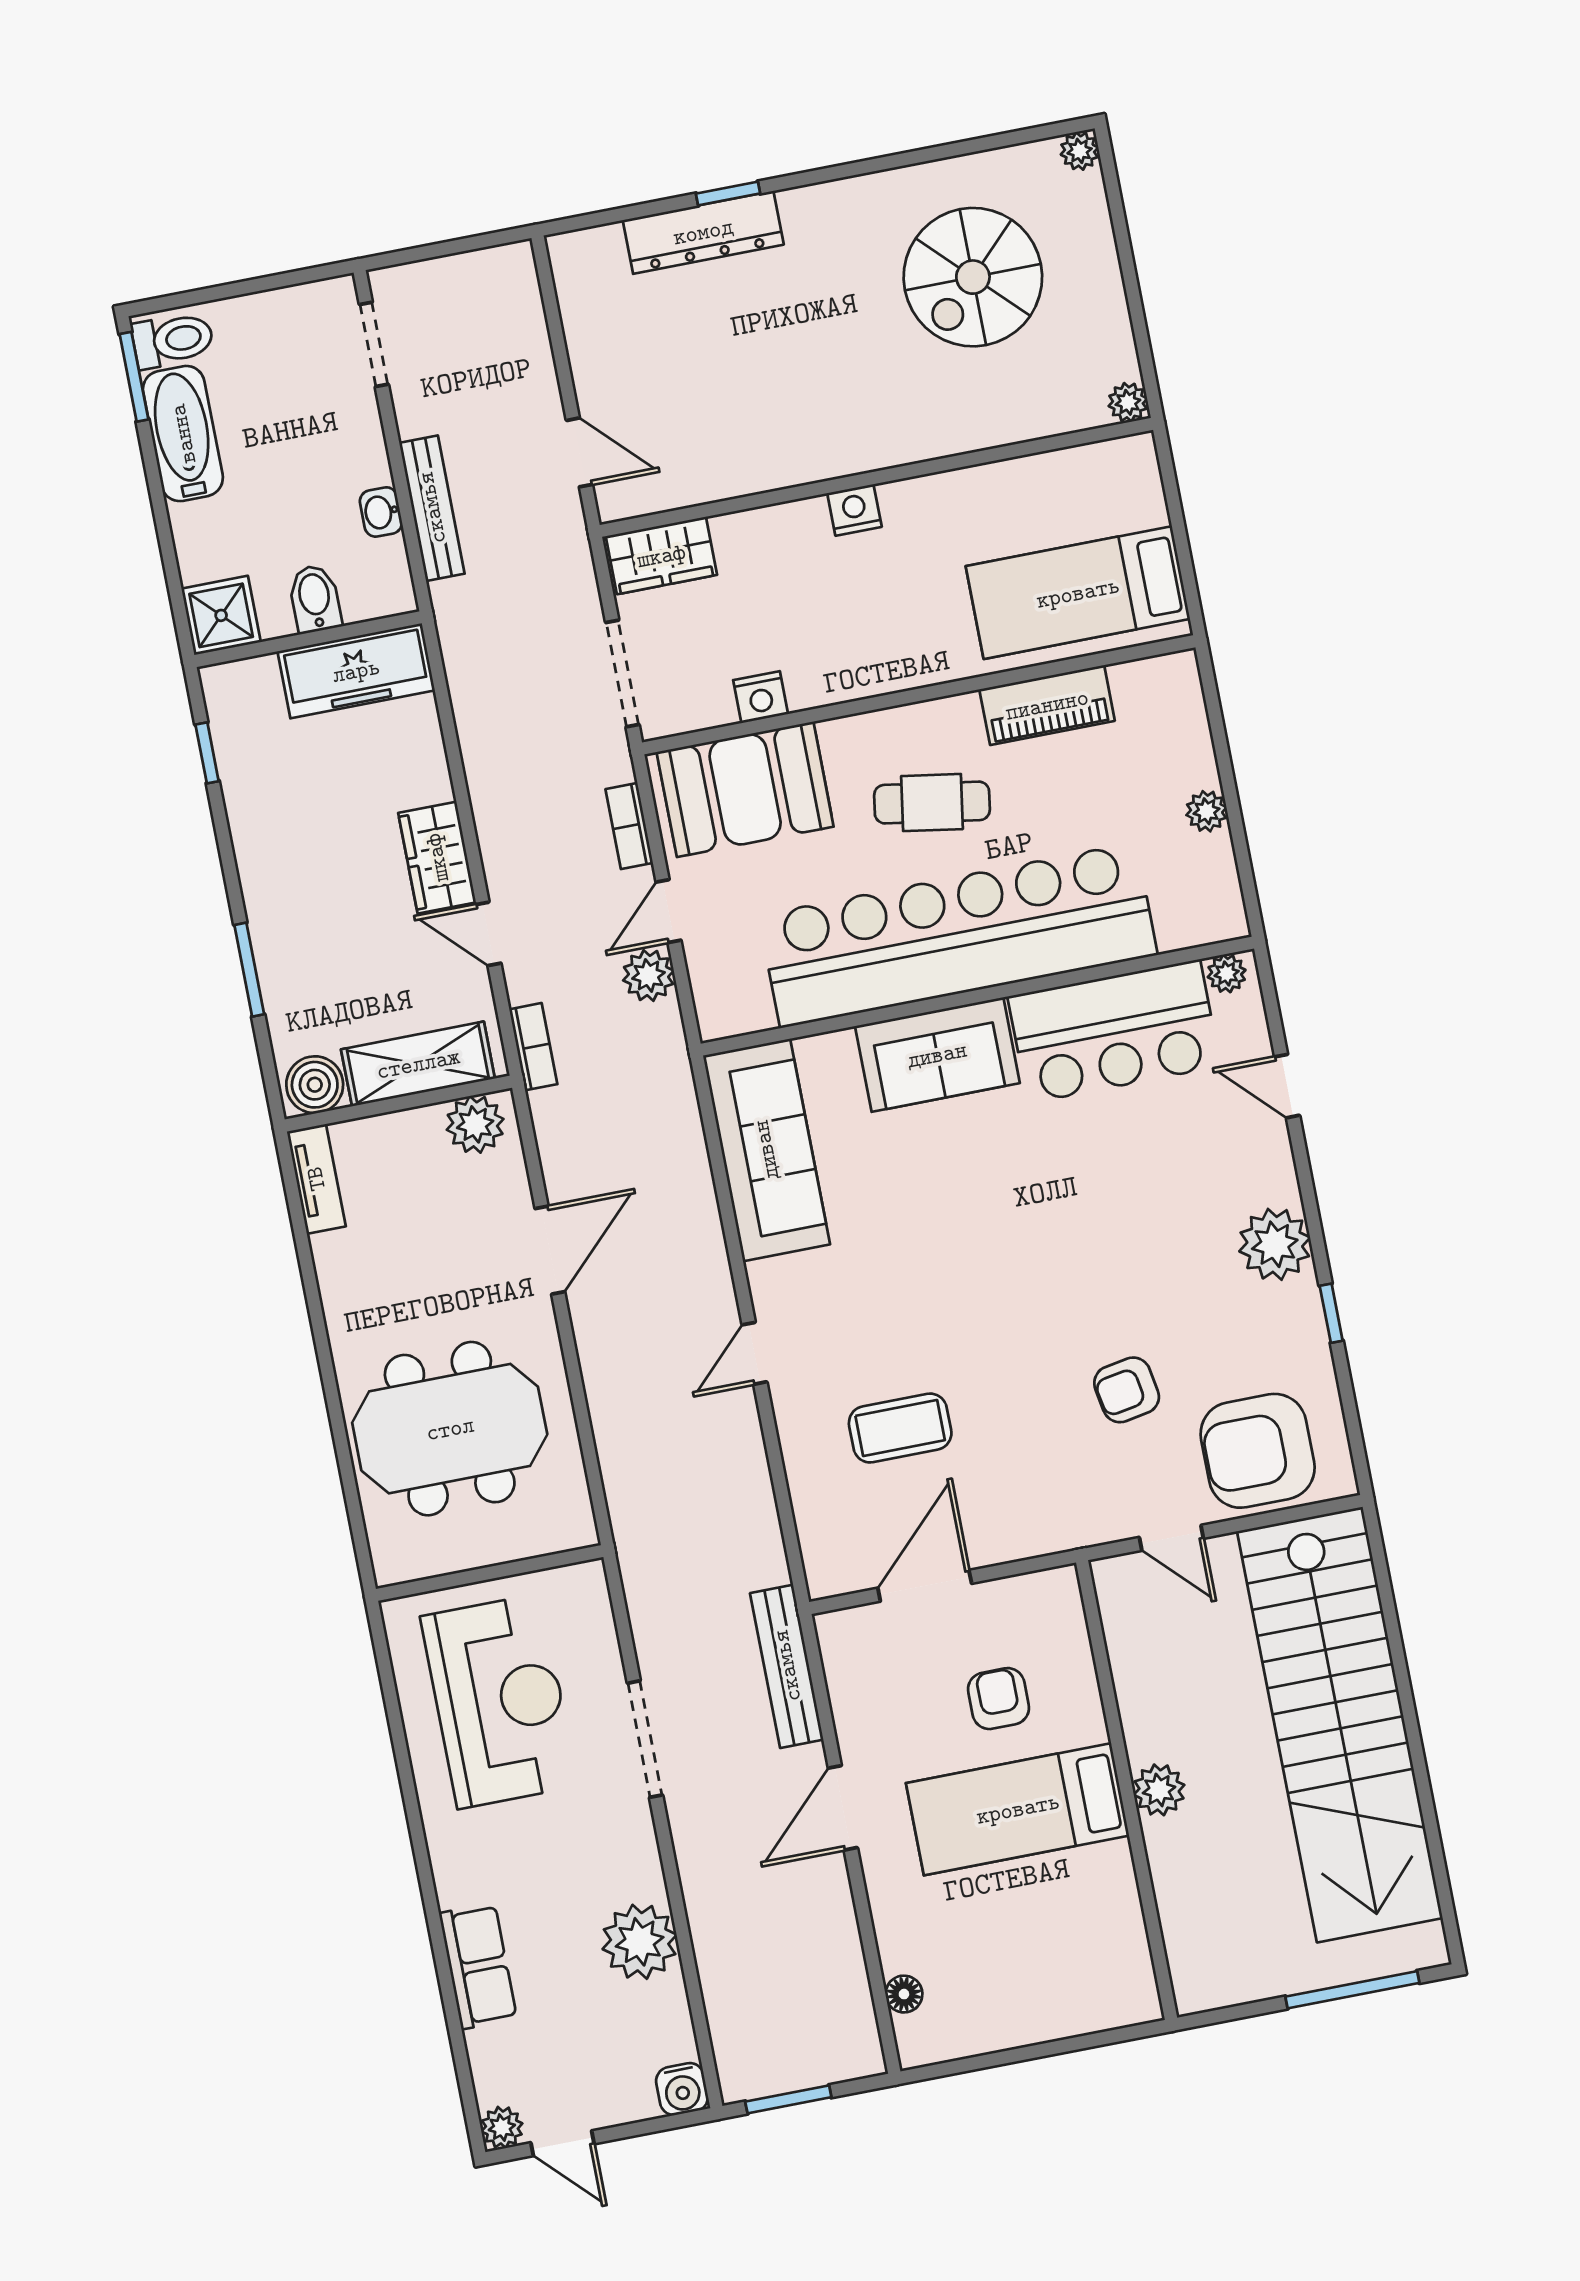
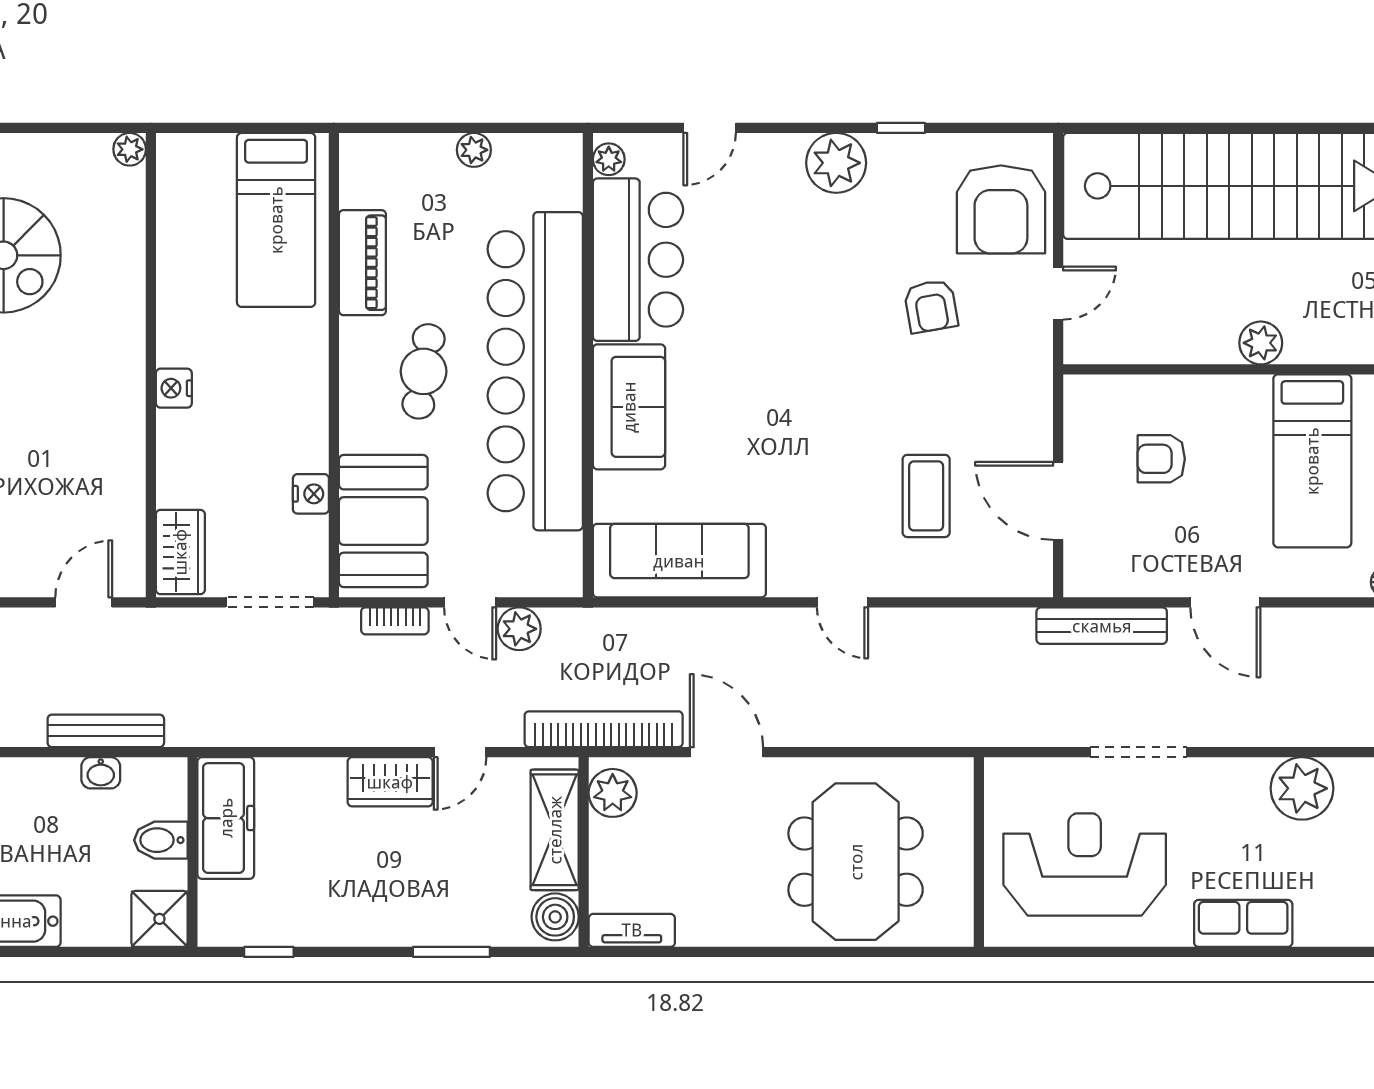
bookcase: (533, 1047) -> (604, 729), width x2.31, depth x1.31
bed: (1018, 1809) -> (1312, 461), moved
row of seats: (478, 1966) -> (1243, 923), moved

